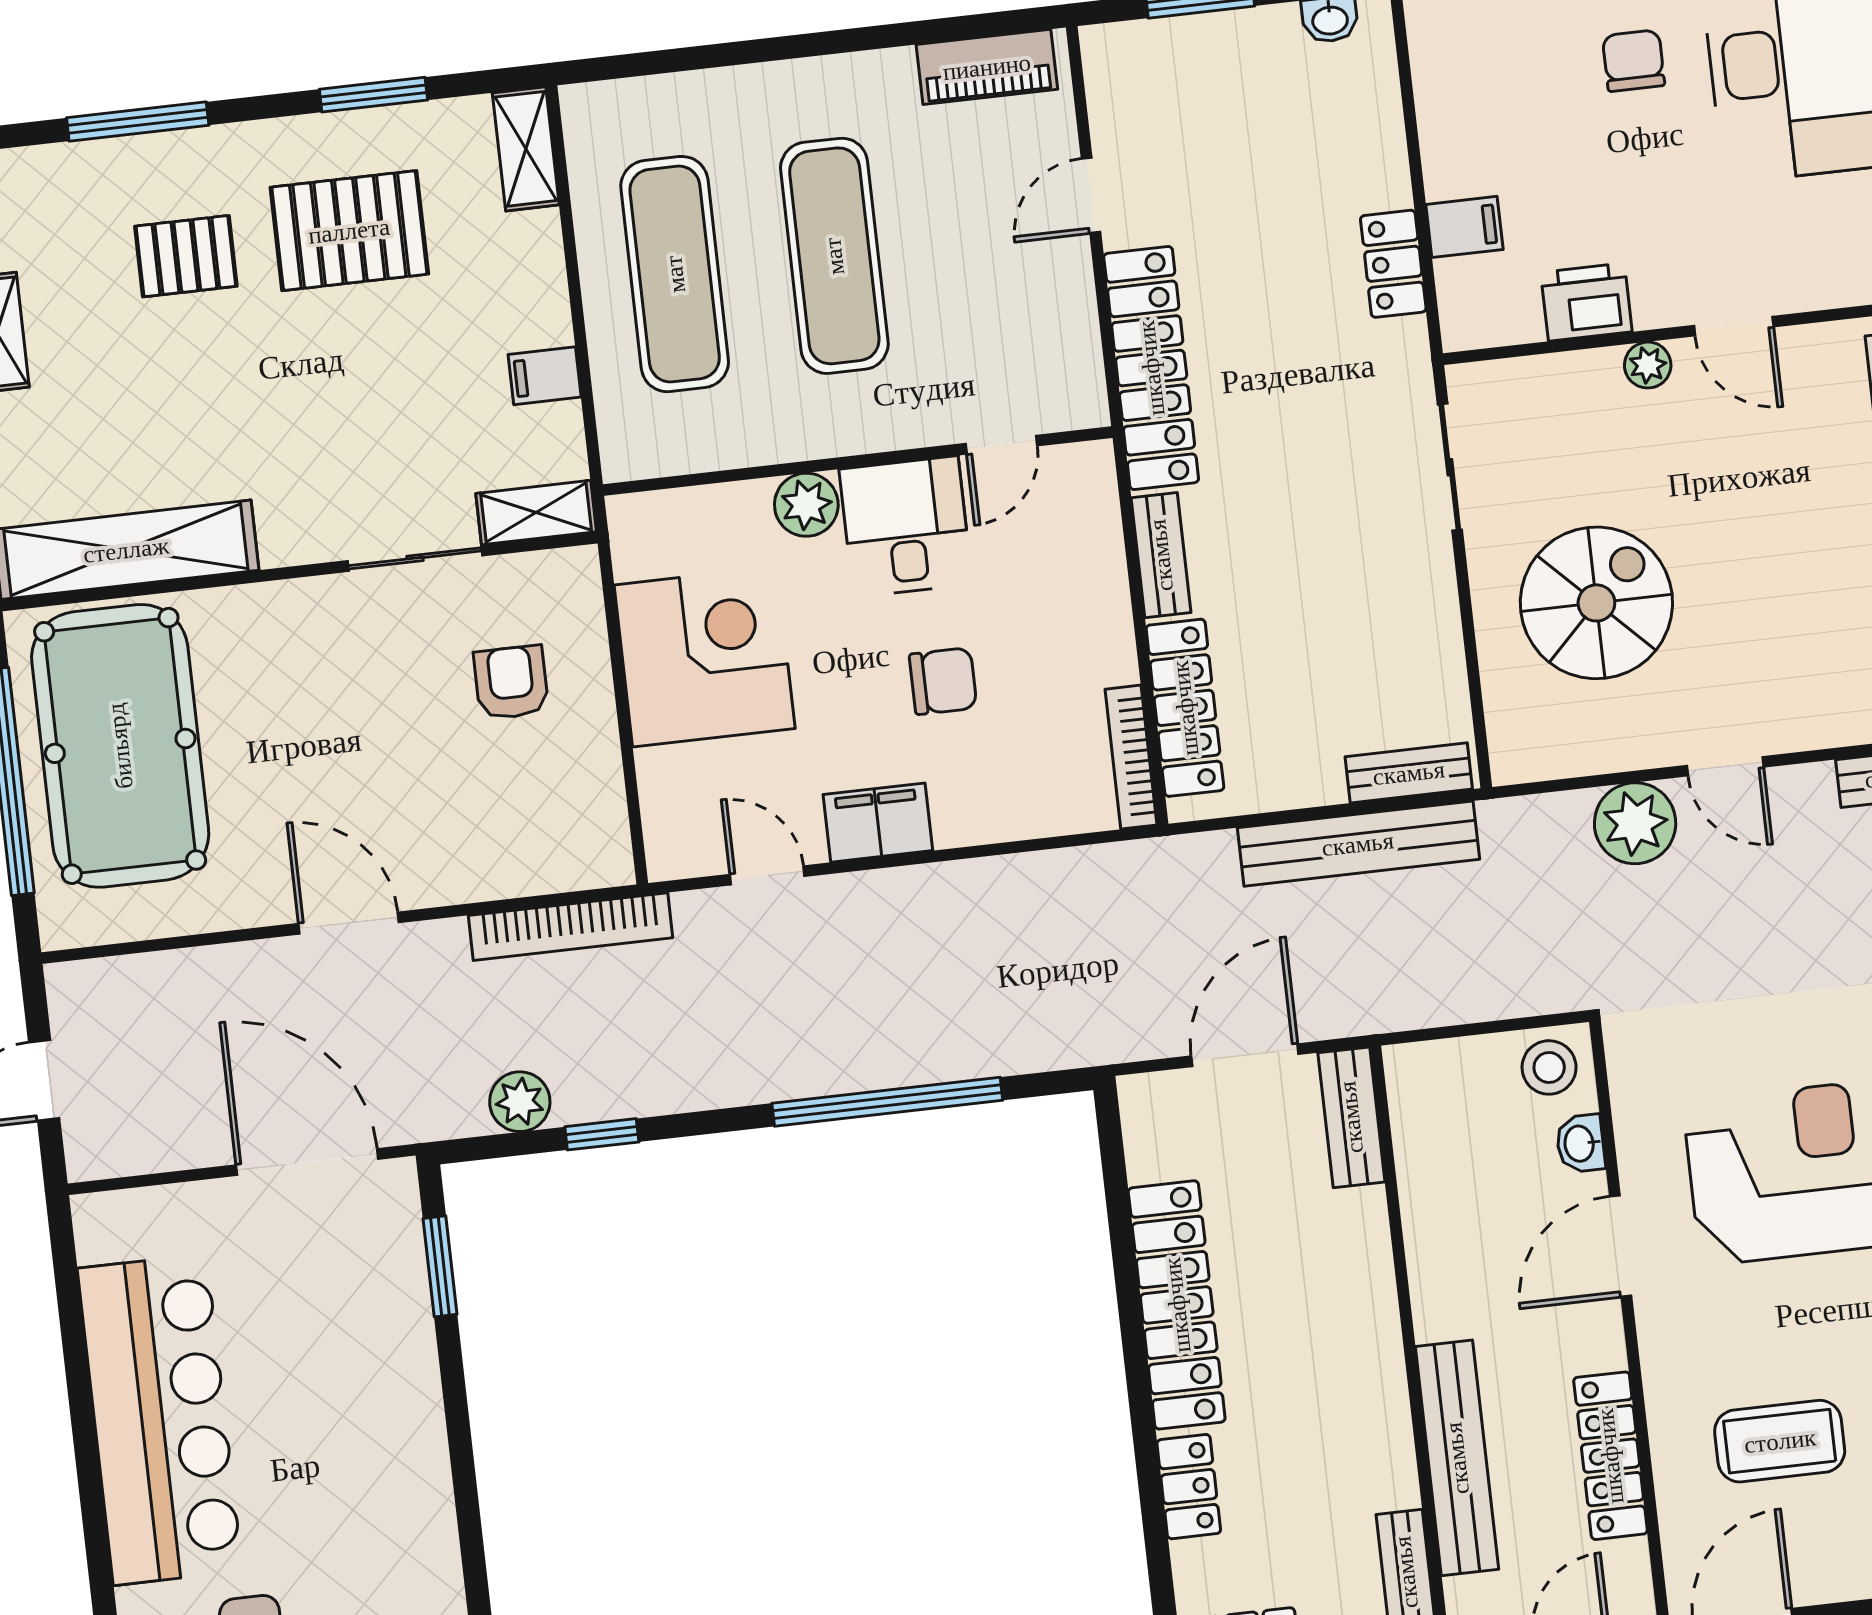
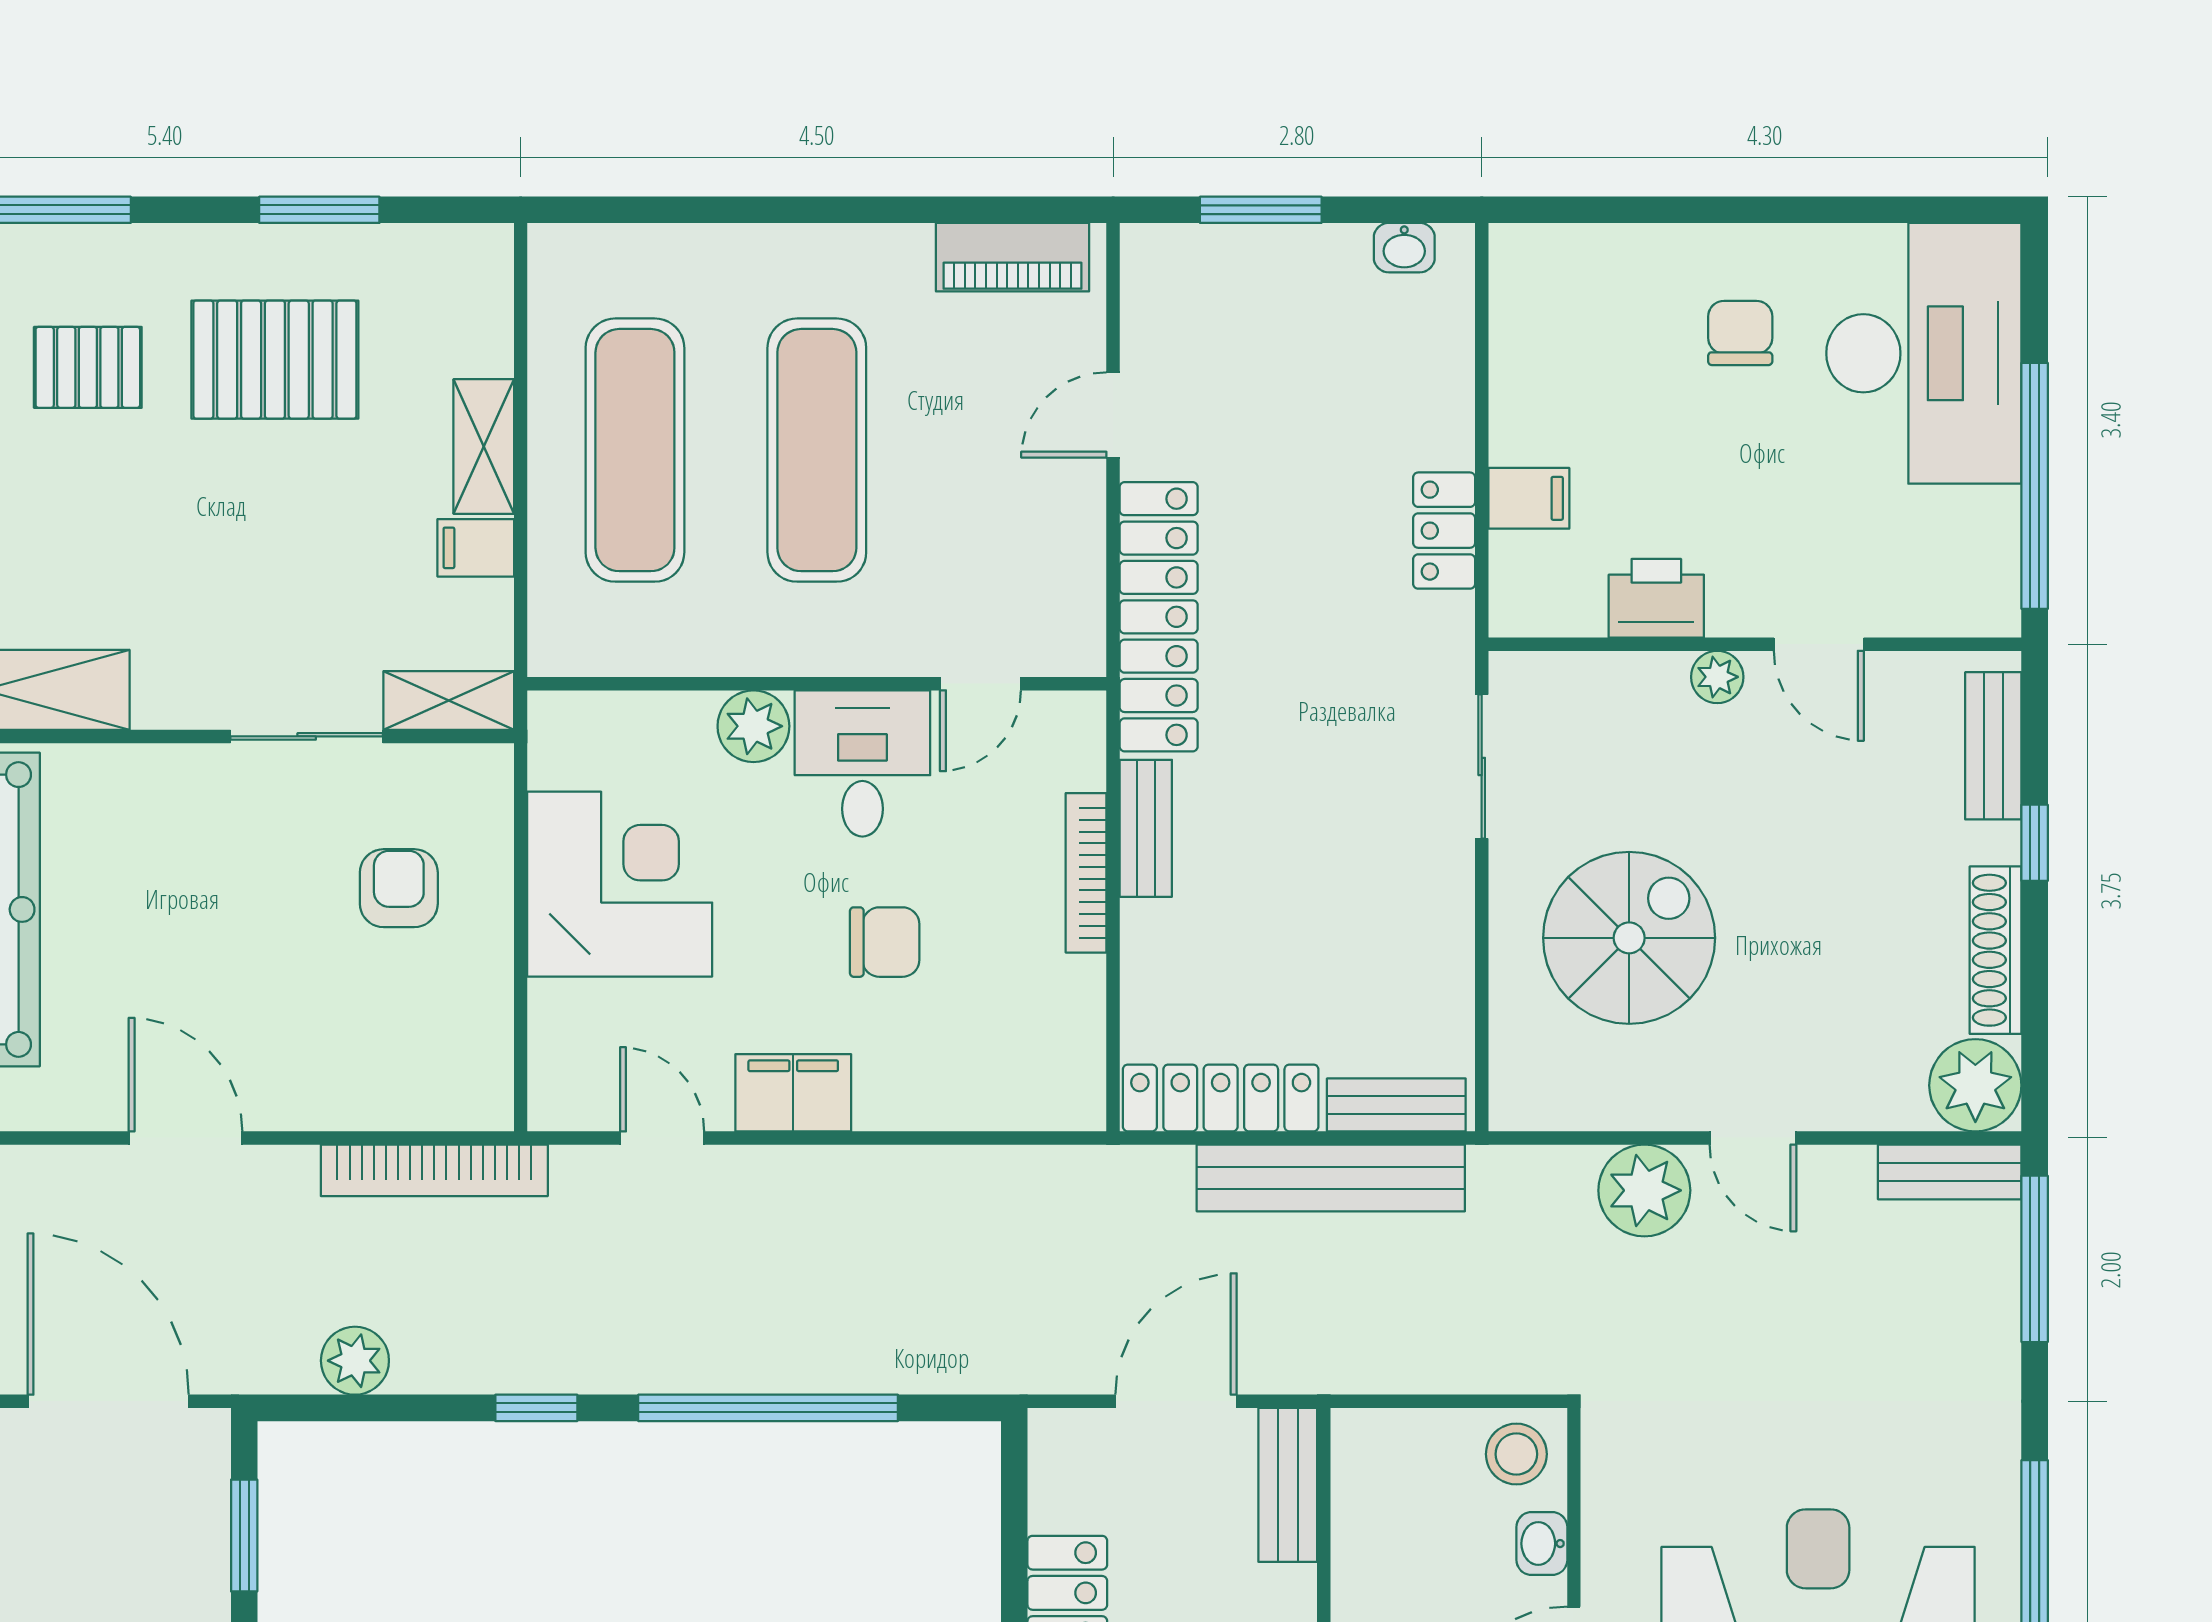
shelving: (526, 149) -> (484, 446), moved
locker: (1185, 708) -> (1221, 1098), moved, turned -90
bookcase: (1131, 757) -> (1086, 873), moved
window: (602, 1134) -> (536, 1408), moved

